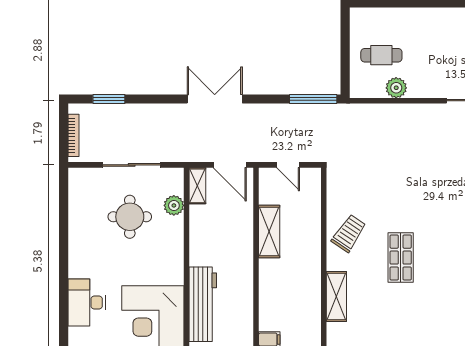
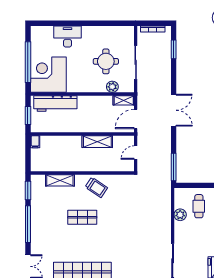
desk: (87, 303) -> (68, 37), moved

